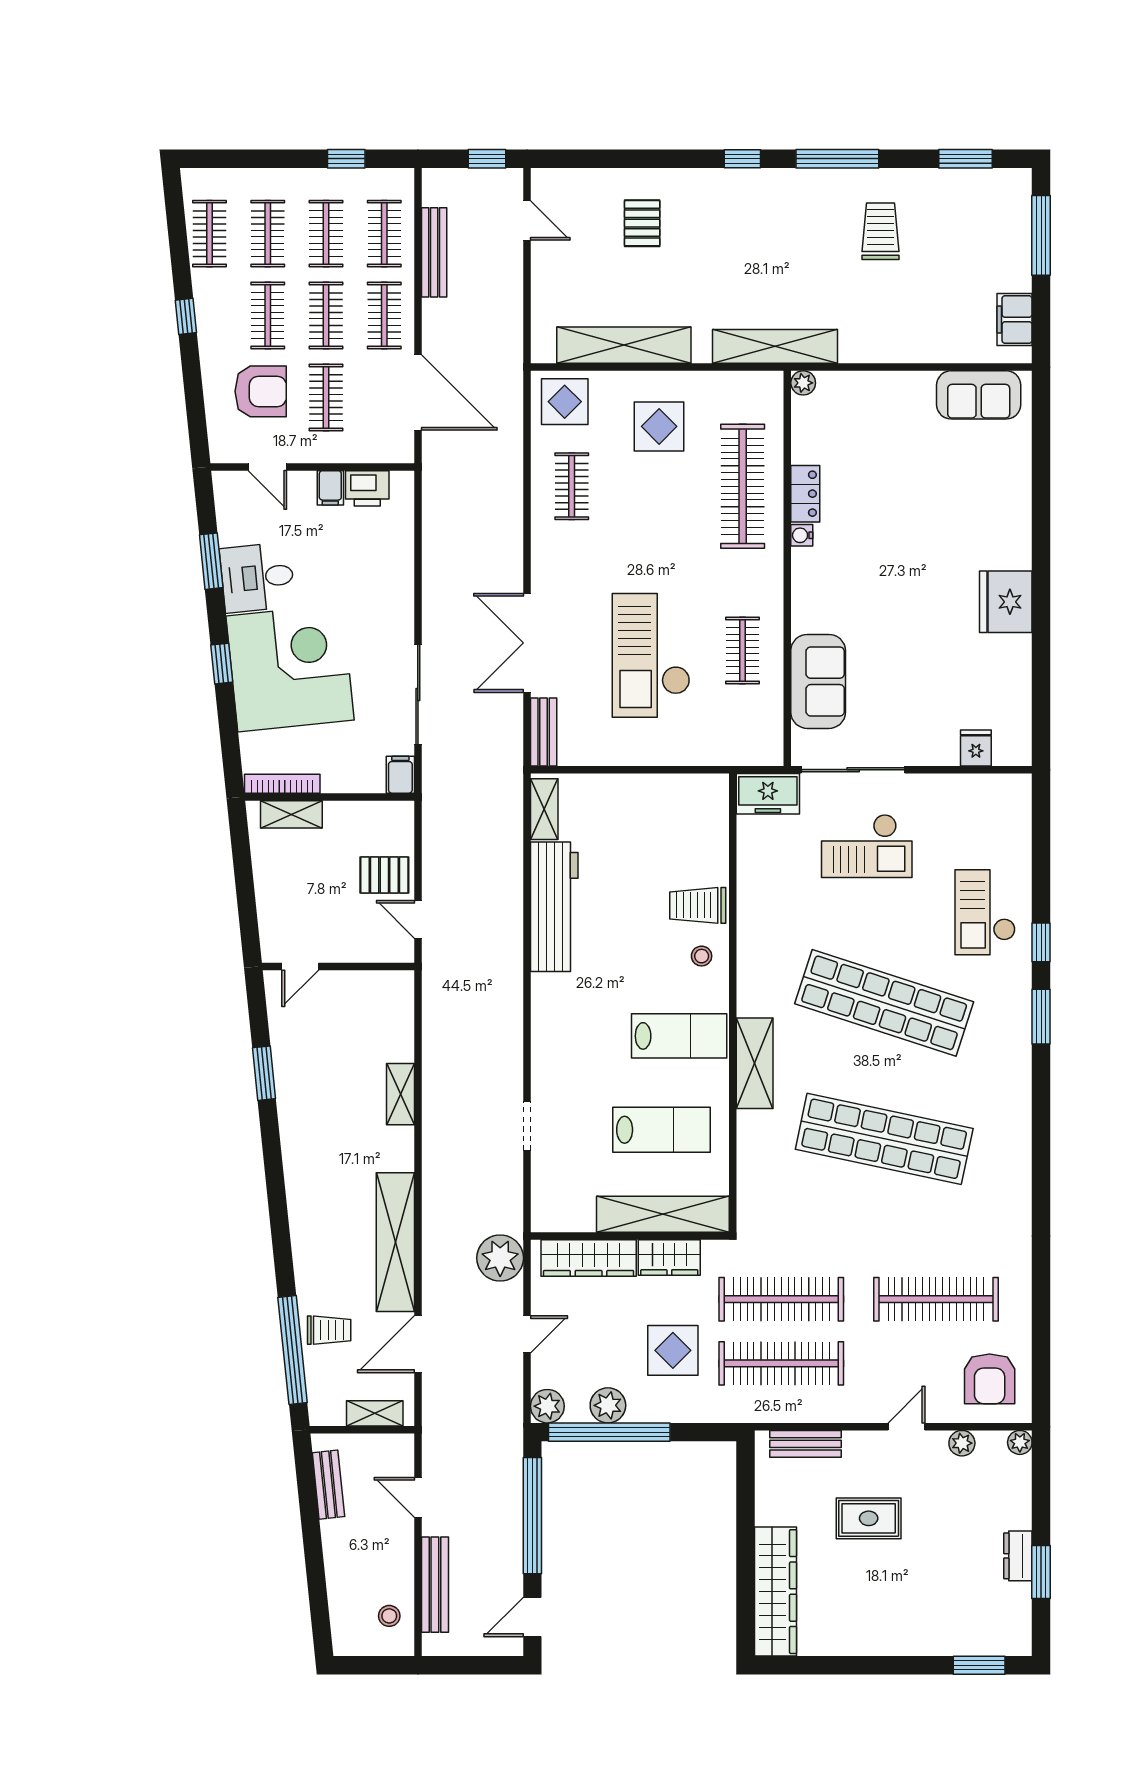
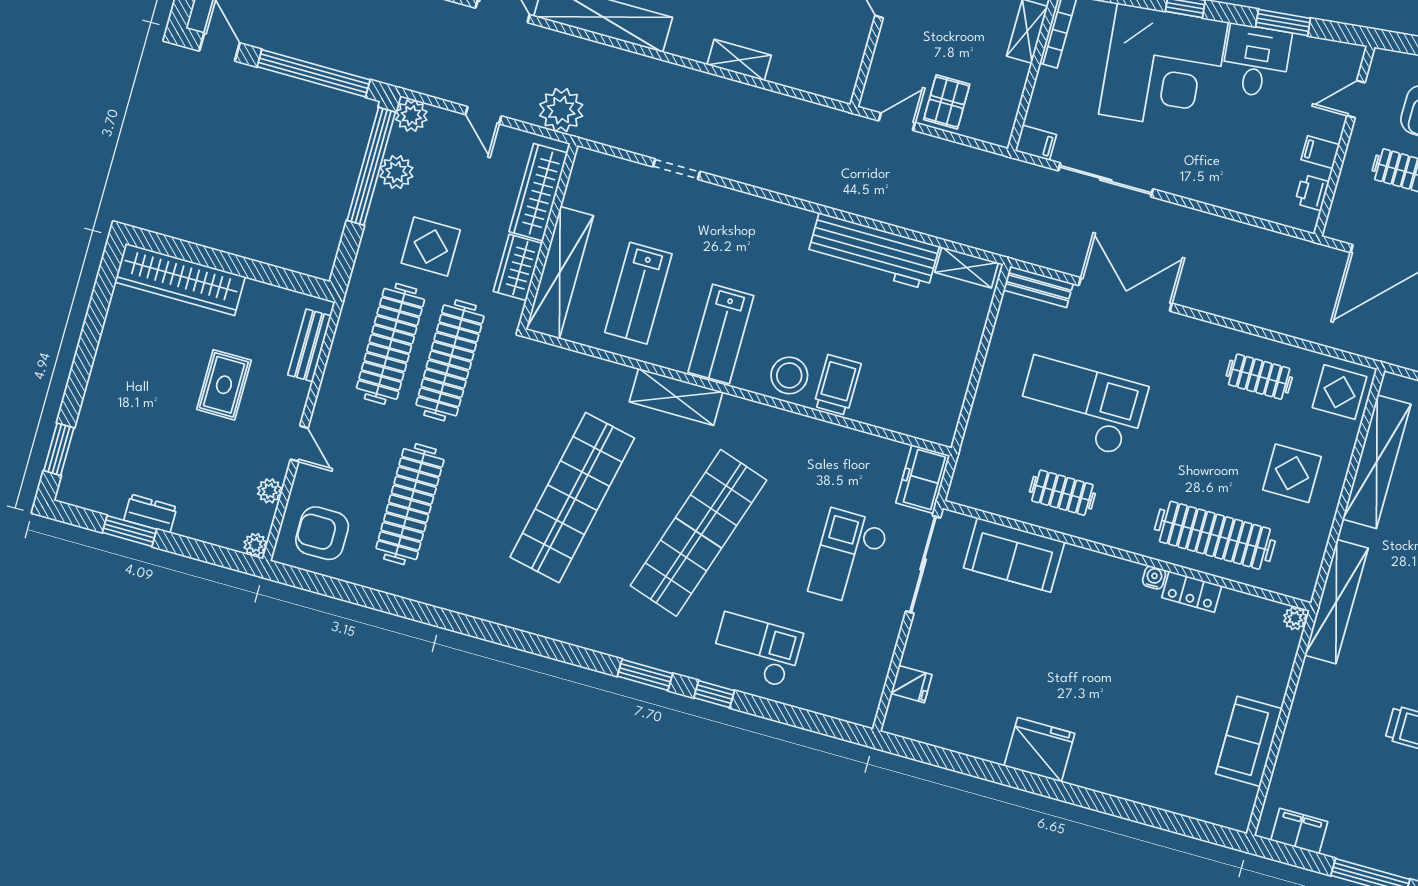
sofa: (979, 395) -> (1249, 741), moved
printer: (367, 488) -> (1312, 192), width x0.73, depth x0.81
stool: (702, 956) -> (789, 375), width x1.89, depth x1.89

